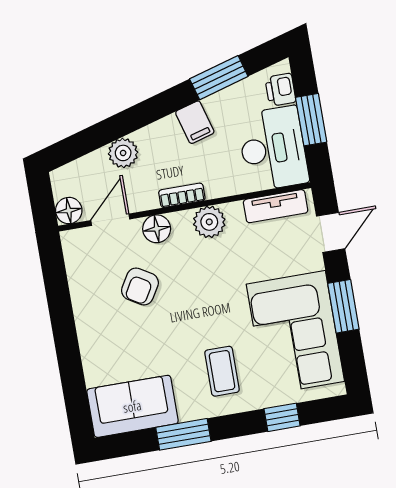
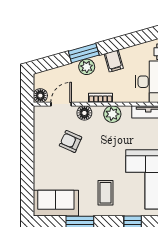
window: (219, 78) -> (84, 53), moved
plant: (123, 153) -> (87, 67), moved
armchair: (140, 287) -> (71, 141), turned 83

